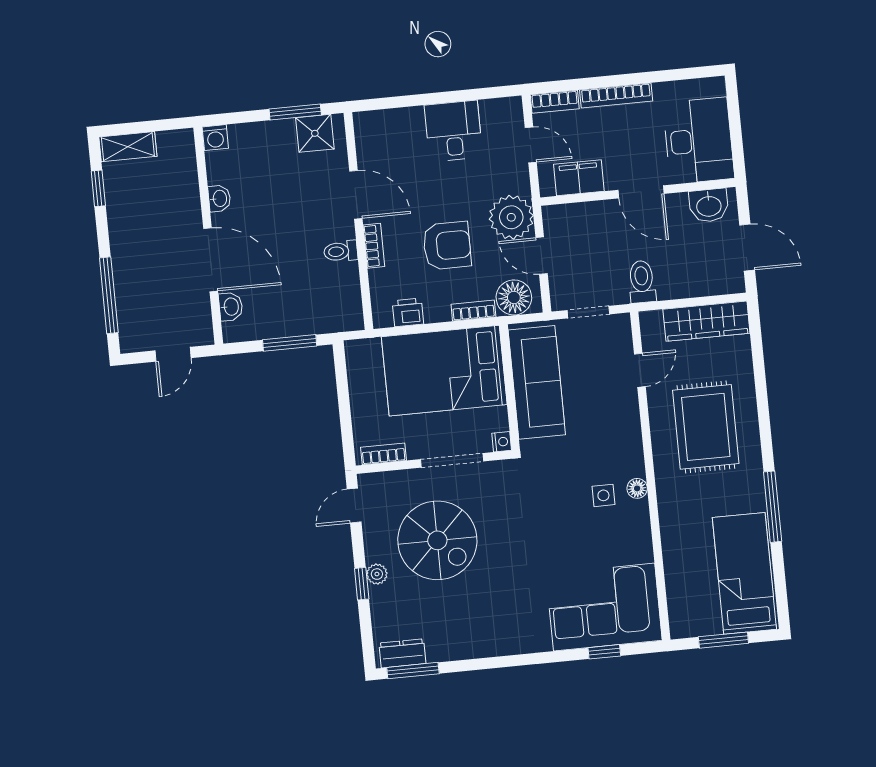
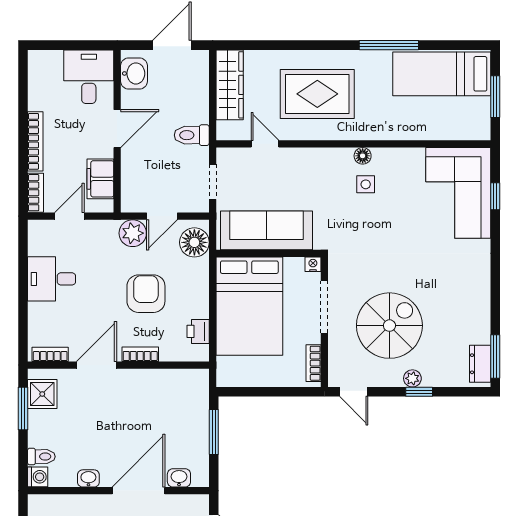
desk: (699, 141) -> (89, 77), width x0.73
plant: (511, 217) -> (133, 233), width x0.73, depth x0.73
toilet: (341, 251) -> (41, 457), moved, turned -90
bookcase: (473, 311) -> (50, 354), moved, turned 90

